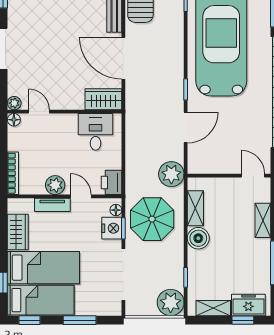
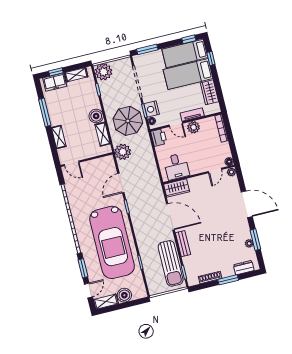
door: (39, 112) -> (215, 170), hinge flipped
window: (80, 320) -> (147, 49), moved

